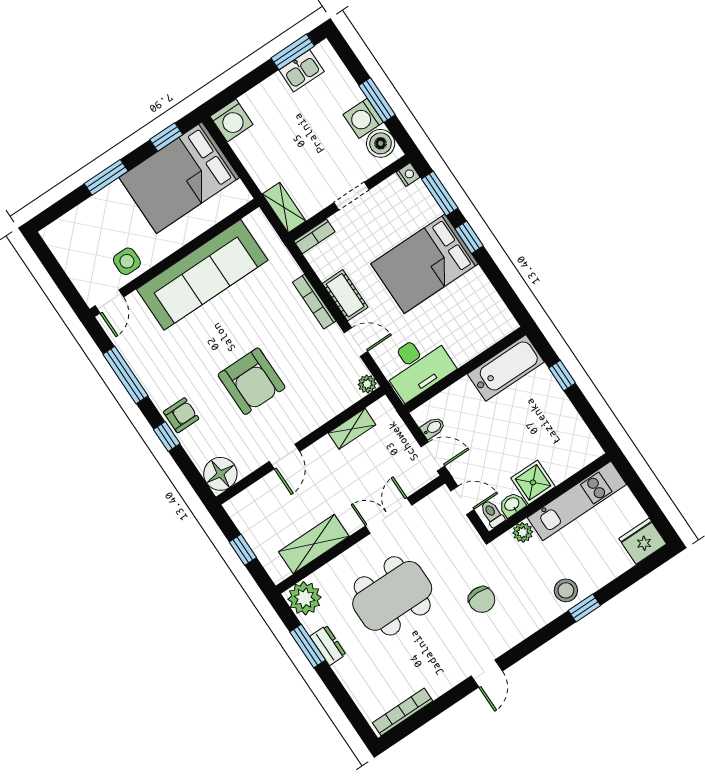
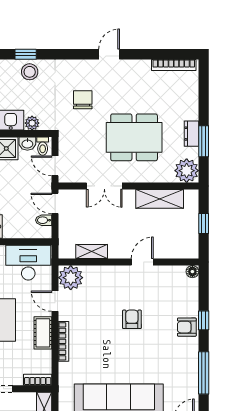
armchair: (252, 381) -> (132, 319), width x0.53, depth x0.53
plant: (367, 384) -> (71, 278), width x1.87, depth x1.87
floor lamp: (220, 474) -> (192, 272), width x0.53, depth x0.53

